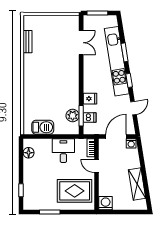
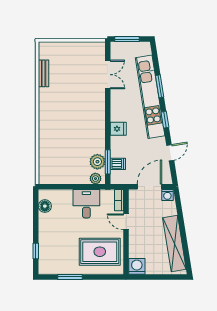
fridge: (90, 99) -> (118, 129), moved
barbecue: (43, 127) -> (62, 176), removed
plant: (71, 130) -> (95, 179), added
shelving: (137, 184) -> (174, 243), width x1.47

